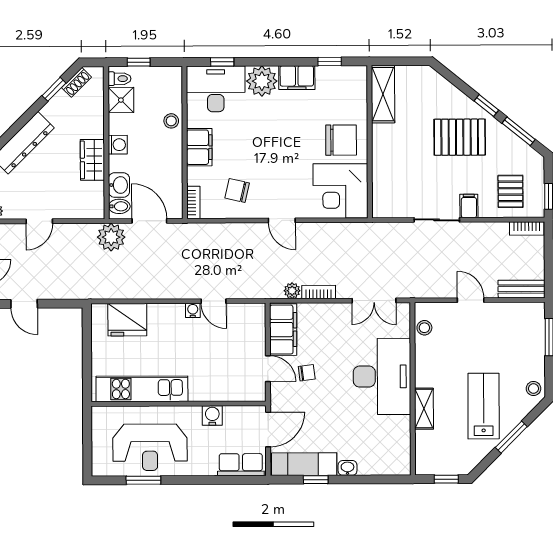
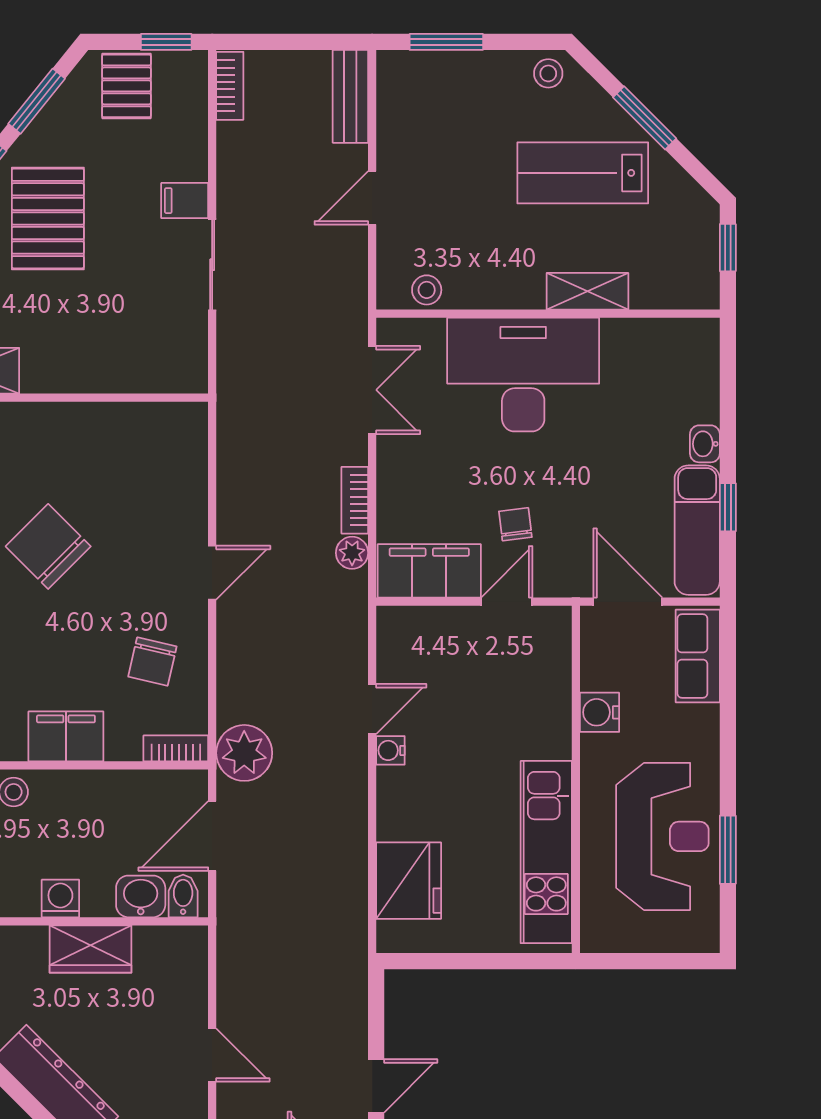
chair: (341, 140) -> (48, 546), moved, turned -45
corner desk: (340, 191) -> (154, 456), removed
pallet: (510, 191) -> (126, 86), moved, turned 90
plant: (111, 237) -> (244, 753), moved

